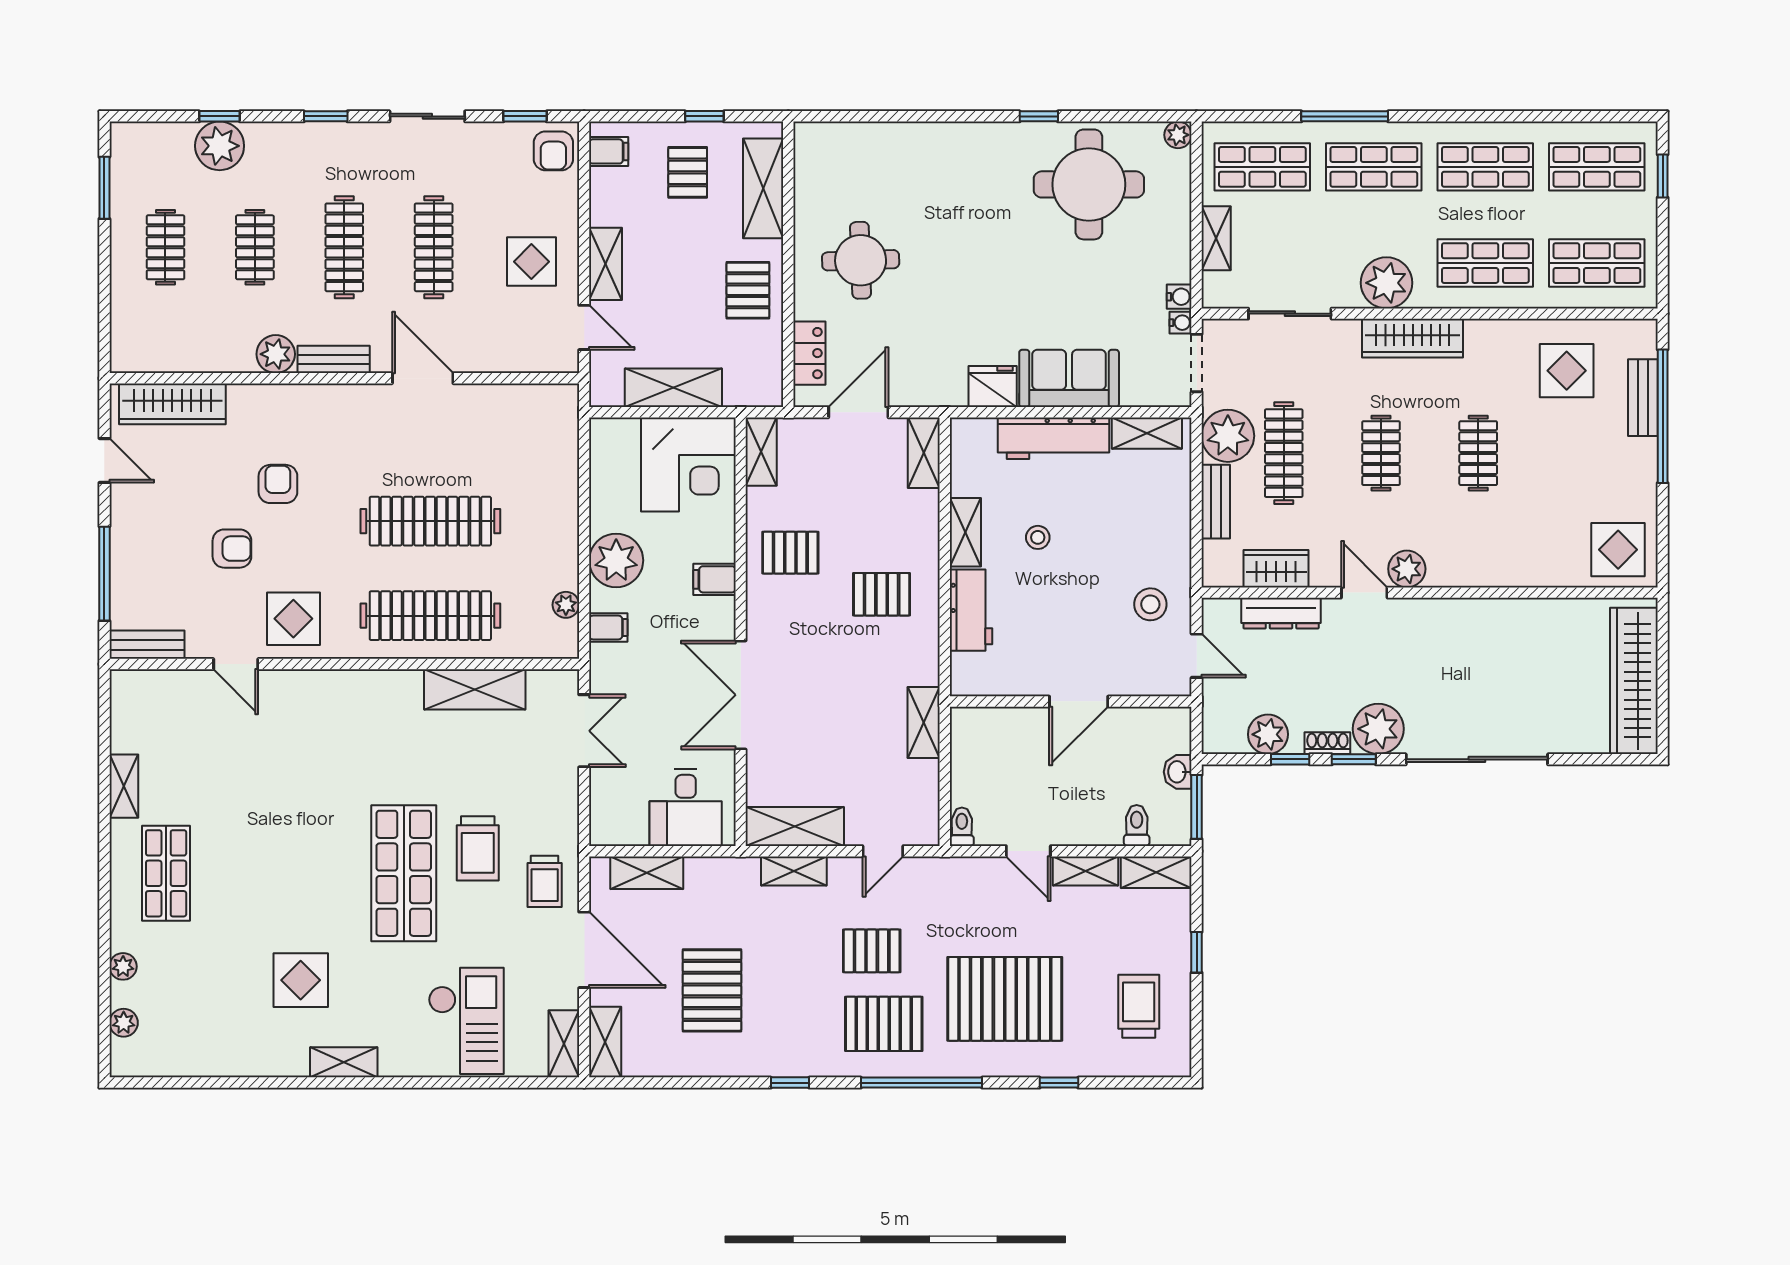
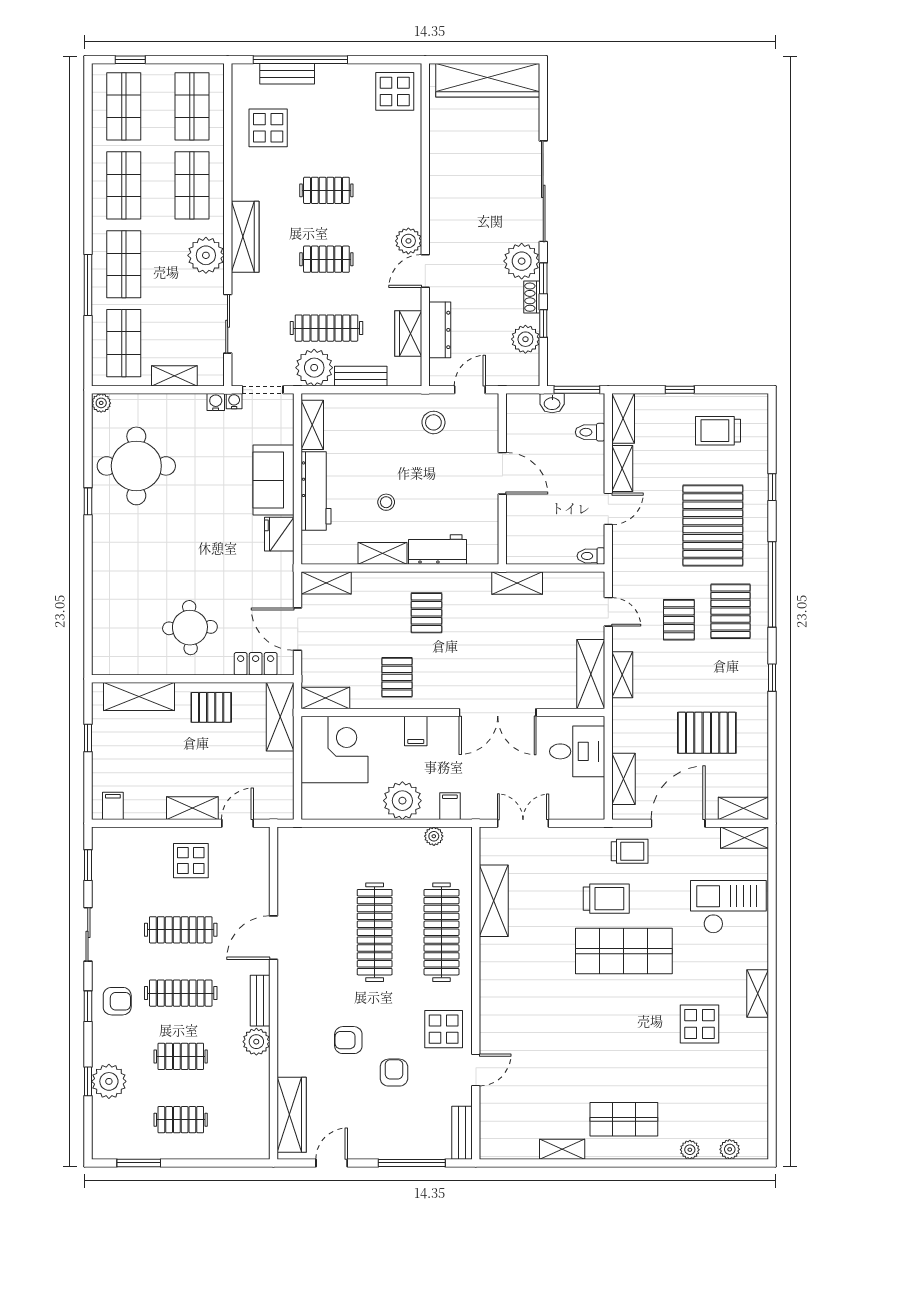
armchair: (553, 151) -> (117, 1001), moved
pallet: (688, 172) -> (128, 750), removed
shelving: (673, 388) -> (280, 717), moved

